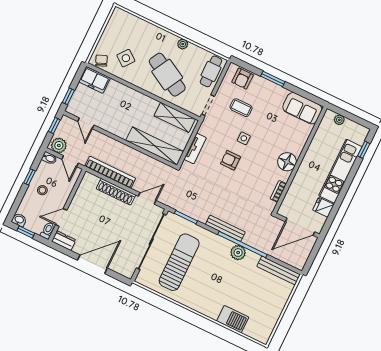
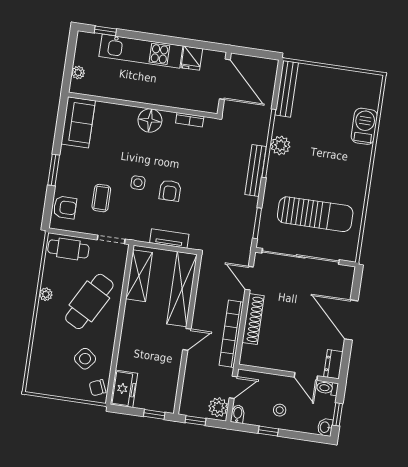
door: (86, 123) -> (187, 339), moved
sun lounger: (179, 262) -> (315, 214), turned 180

